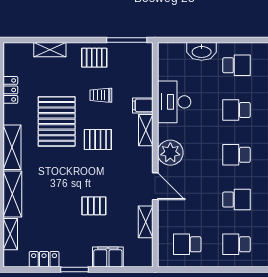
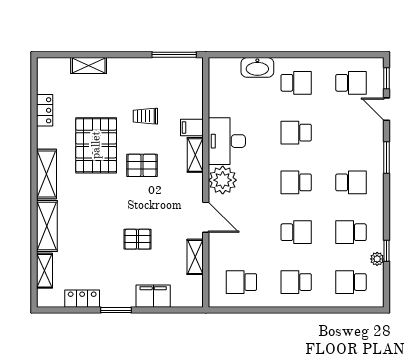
pallet: (94, 58) -> (138, 74), removed
desk: (174, 102) -> (227, 141), moved

